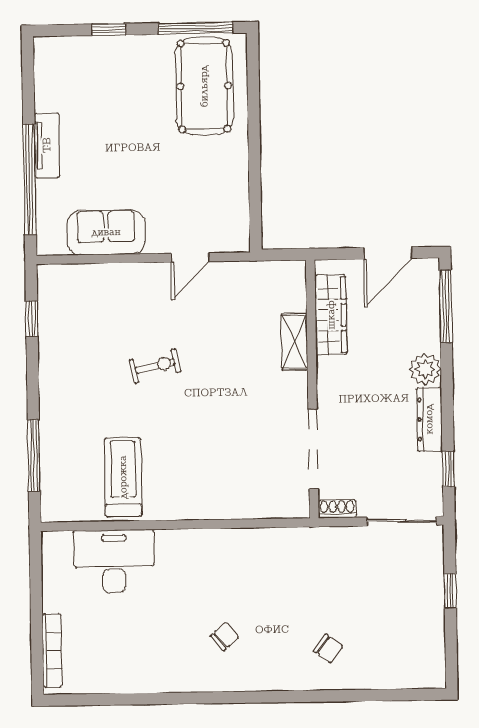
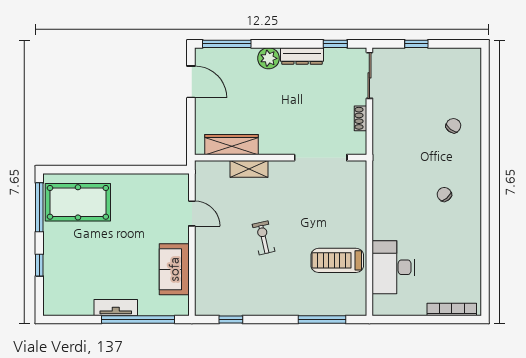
wardrobe: (331, 315) -> (231, 145), moved
shelving: (295, 342) -> (249, 169), moved
wall: (312, 389) -> (281, 158), moved
doorway: (313, 449) -> (321, 158), moved

